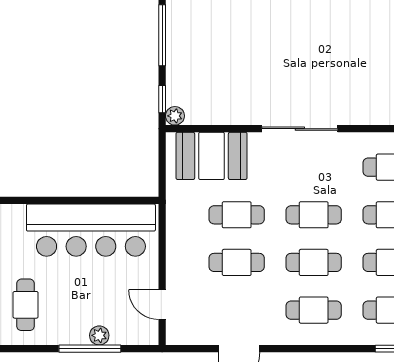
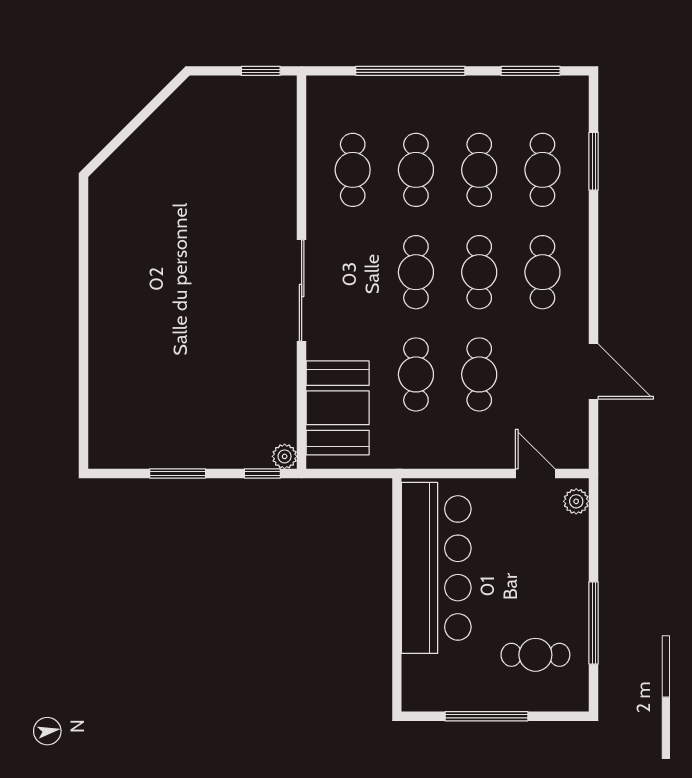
window: (162, 35) -> (178, 473), width x0.69
door: (162, 305) -> (535, 473), swing flipped
plant: (99, 335) -> (576, 501), moved
window: (90, 349) -> (594, 623), moved

